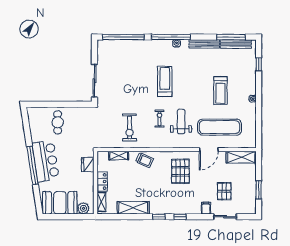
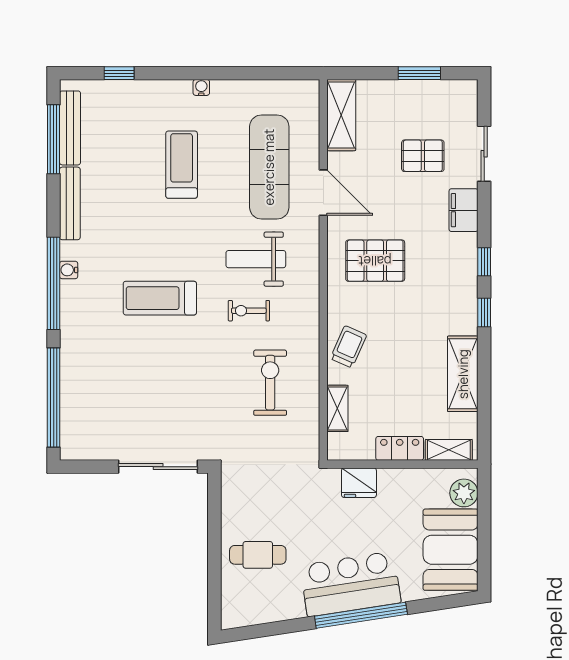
treadmill: (220, 91) -> (182, 165), turned -90
exercise bike: (129, 127) -> (270, 383), turned -90
filing cabinet: (206, 208) -> (464, 210), width x2.00

